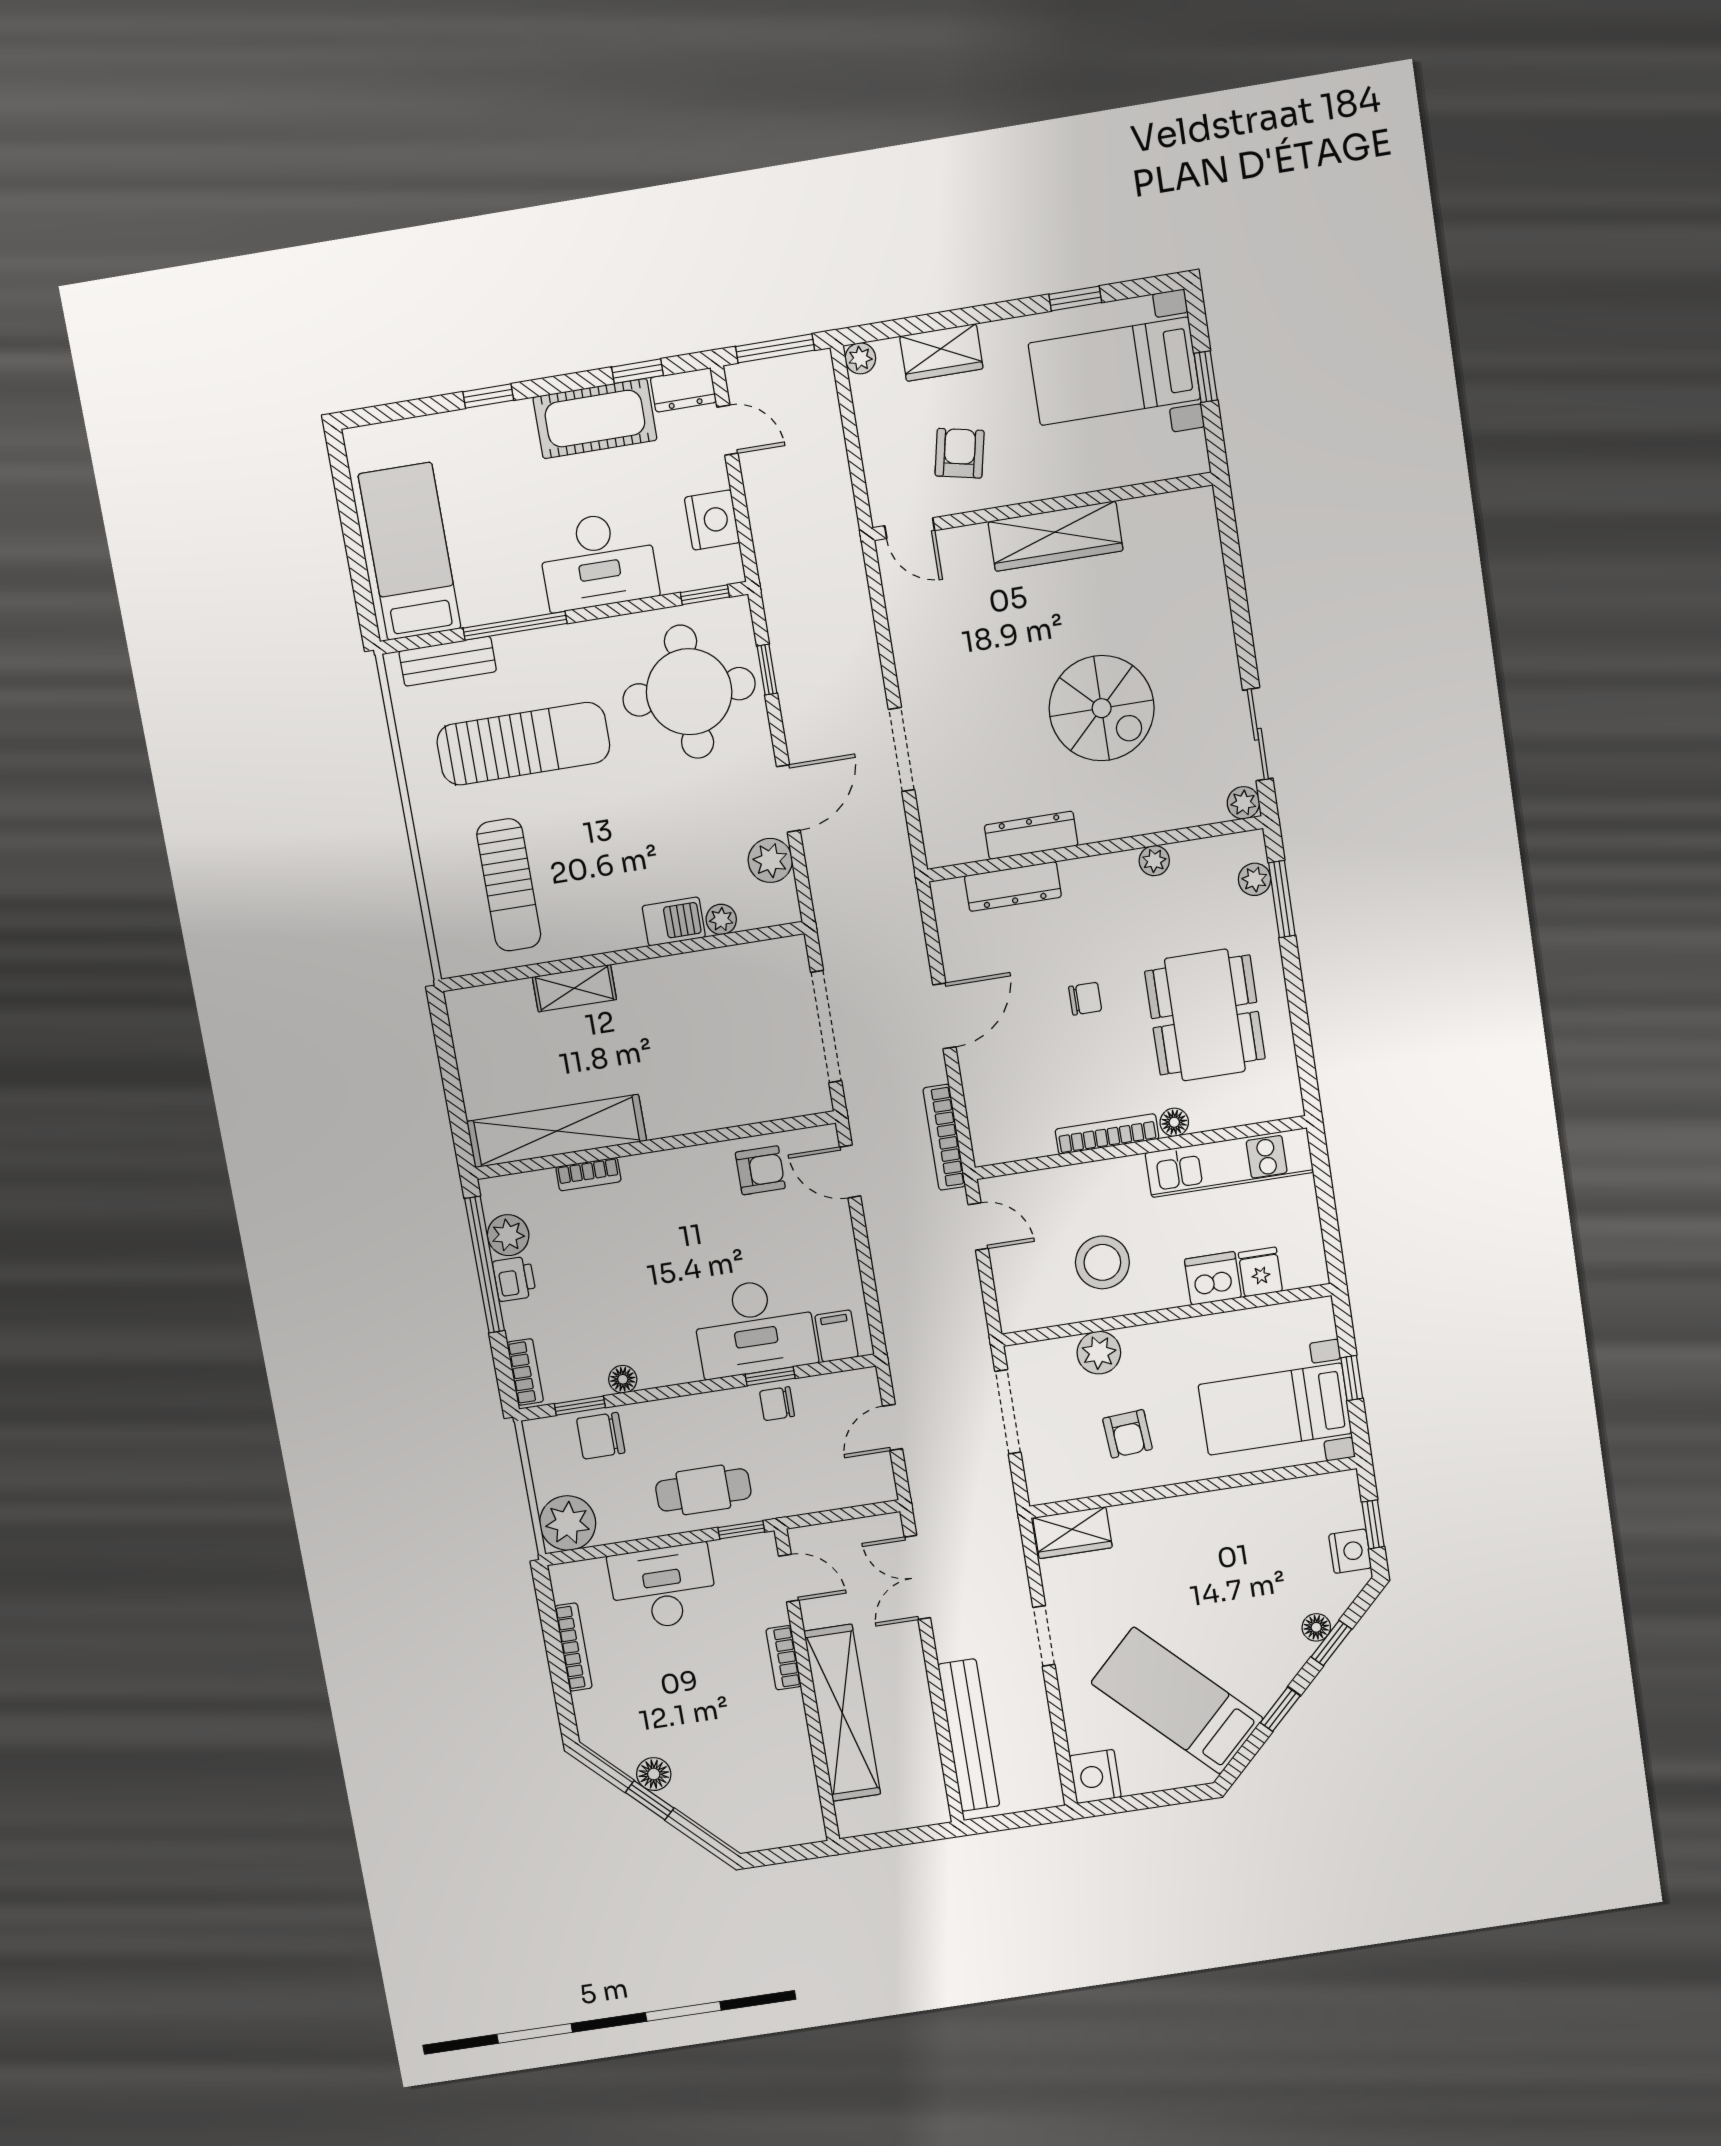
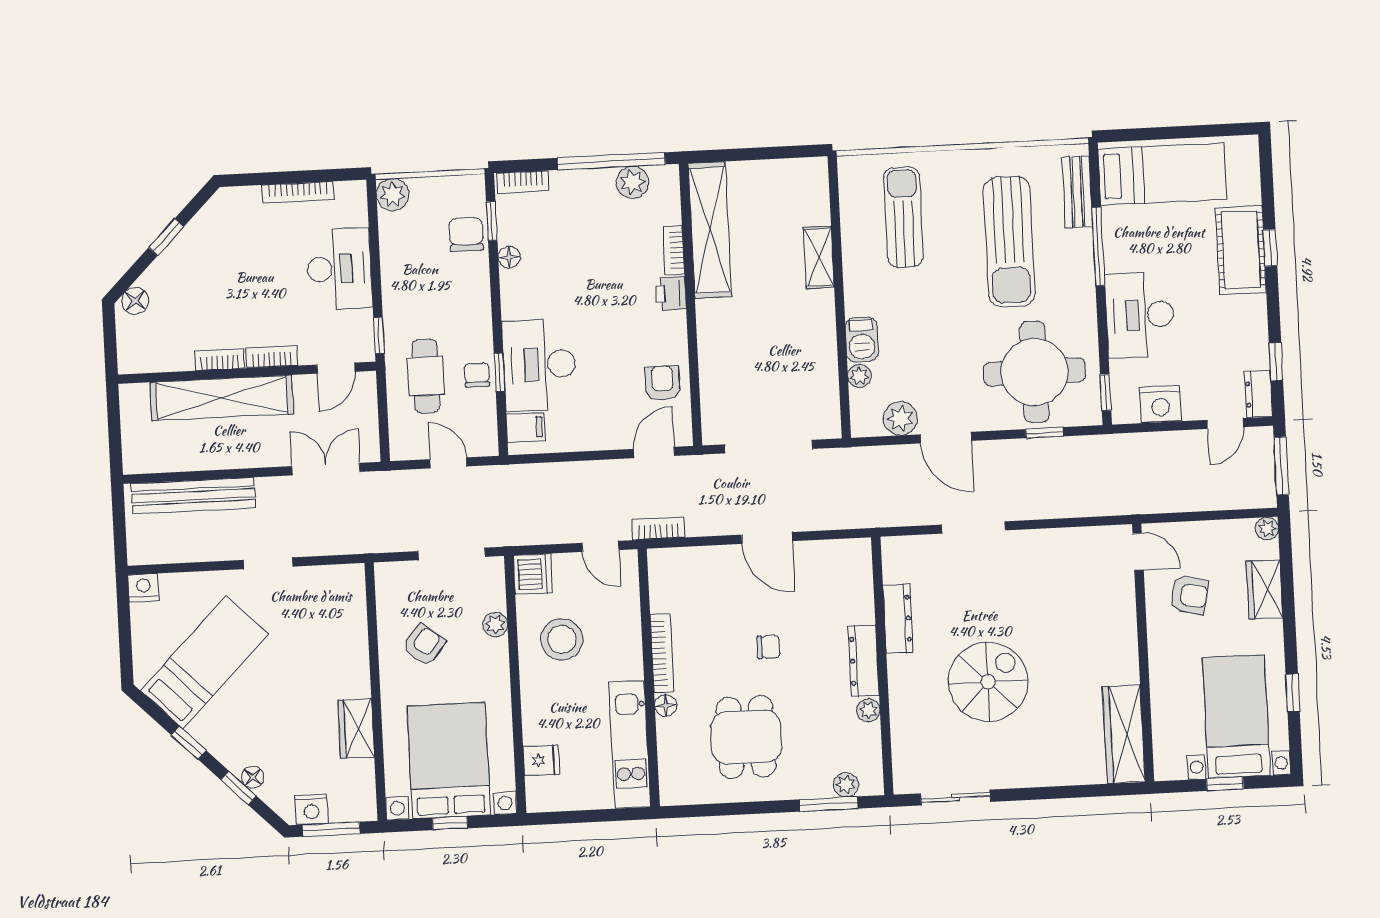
cot: (595, 419) -> (1241, 250), moved
door: (910, 528) -> (1138, 552), swing flipped
wardrobe: (1055, 536) -> (1124, 734), moved
spiral stairs: (1102, 708) -> (988, 682), turned 180
plant: (1243, 803) -> (905, 782), removed
sun lounger: (509, 885) -> (903, 217), turned 90
dresser: (1013, 886) -> (863, 661), moved
chair: (1085, 999) -> (769, 647), turned -90
dining table: (1205, 1015) -> (746, 737), width x0.73
bookcase: (944, 1137) -> (658, 528), width x0.64
armchair: (760, 1170) -> (662, 383), turned 180
door: (978, 1227) -> (600, 546), hinge flipped
dishwasher: (1213, 1278) -> (533, 574), moved
printer: (514, 1279) -> (671, 294), moved, turned 90
plant: (1099, 1353) -> (495, 625), width x0.73, depth x0.73
bed with nightstands: (1275, 1409) -> (449, 761), width x1.36
armchair: (1128, 1434) -> (424, 645), turned 132
cafe table: (703, 1490) -> (426, 376), moved
plant: (568, 1523) -> (393, 195), width x0.73, depth x0.73
window: (1373, 1524) -> (331, 829), width x1.50
wardrobe: (1072, 1533) -> (356, 728), moved
bookcase: (795, 1720) -> (220, 360), added
floor lamp: (654, 1774) -> (135, 301), moved
nightstand: (1095, 1776) -> (143, 588), width x0.74, depth x0.75

